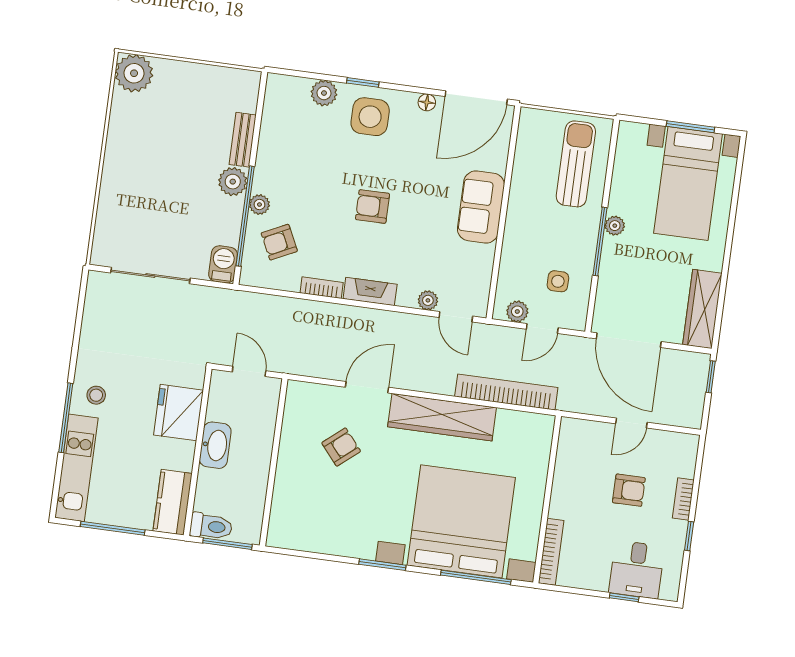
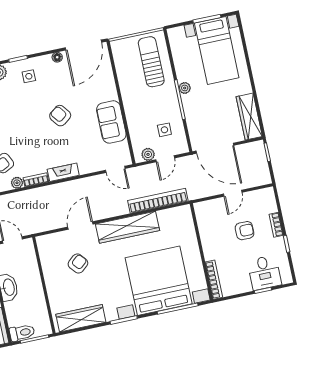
side table: (370, 117) -> (29, 76), width x0.54, depth x0.54
armchair: (372, 206) -> (60, 116), moved, turned 53
sofa: (481, 207) -> (111, 122), moved
plant: (428, 300) -> (17, 183), moved
wardrobe: (314, 537) -> (81, 318), added

